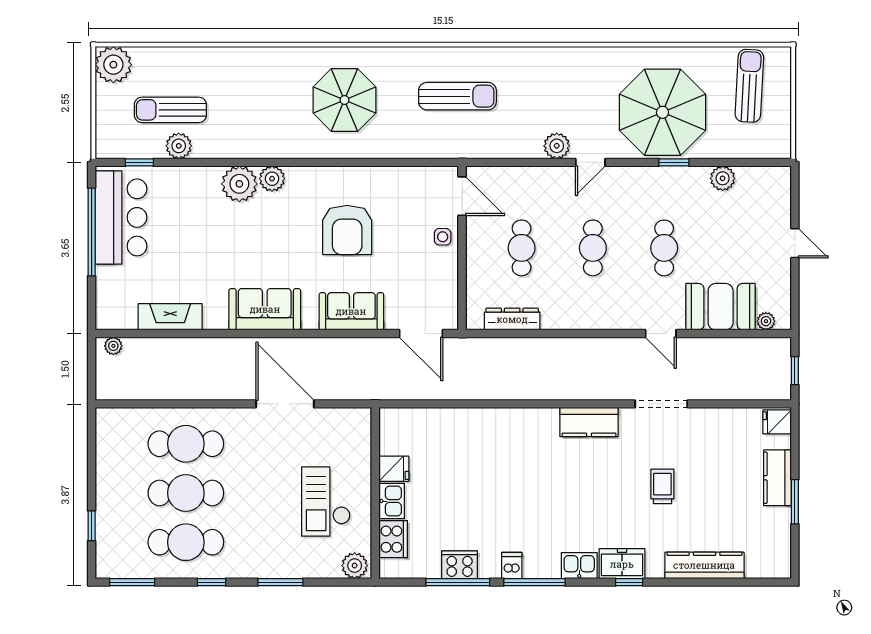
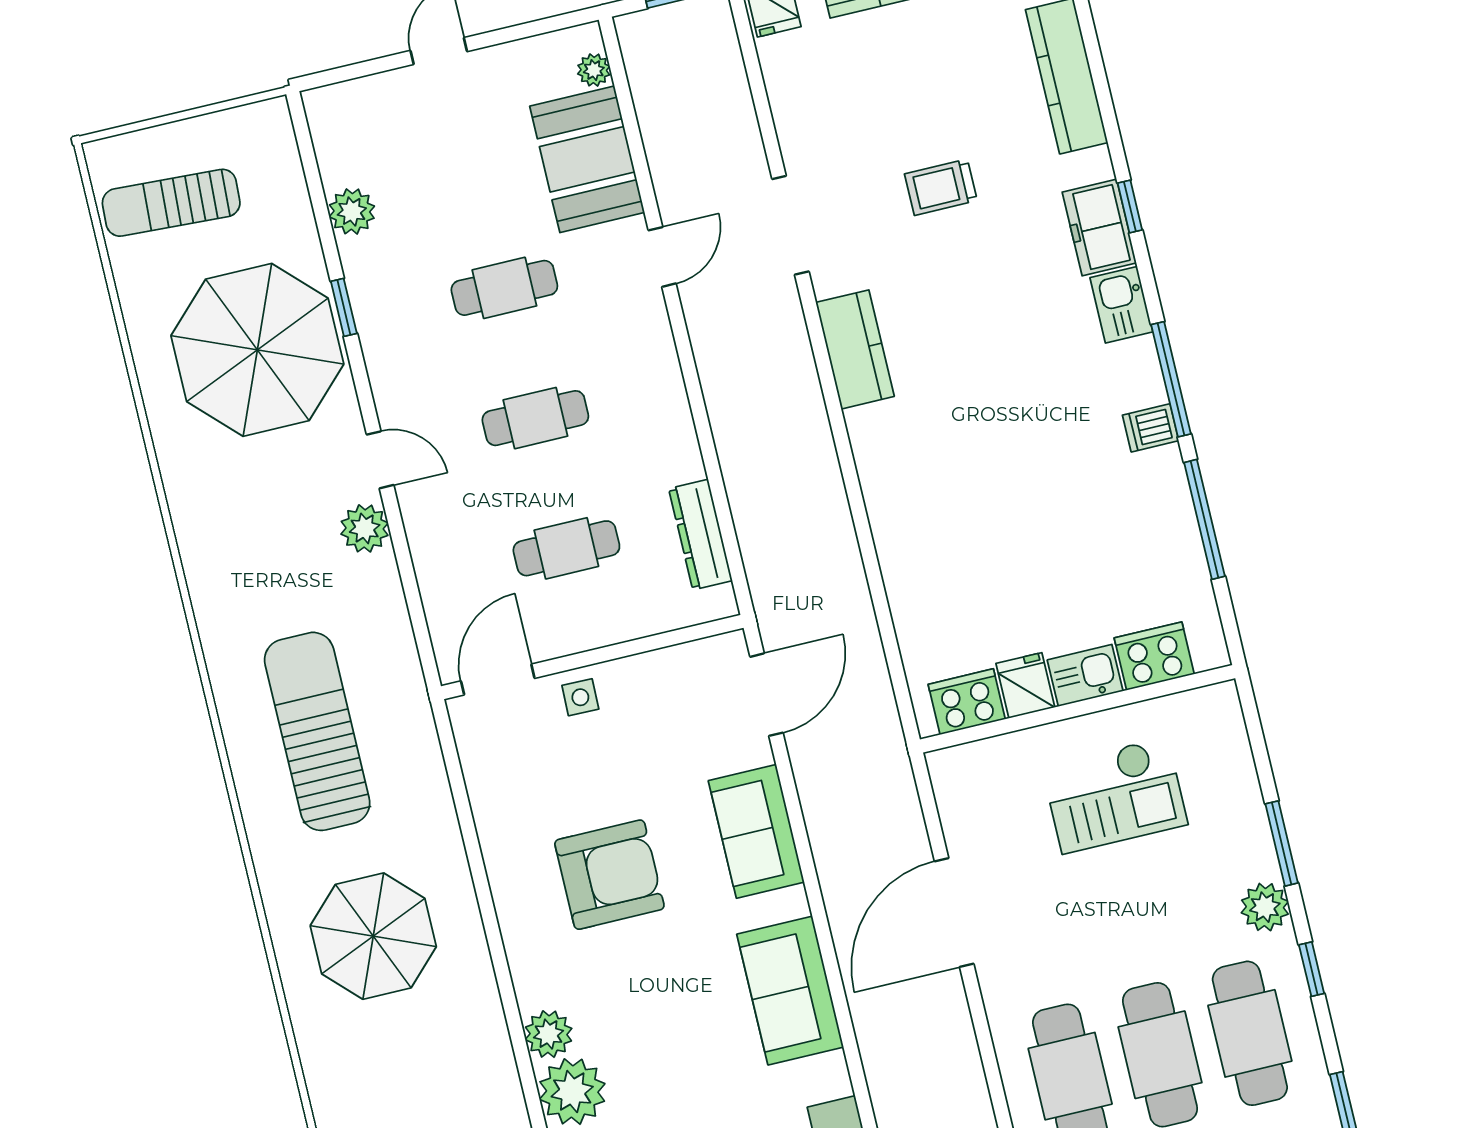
sun lounger: (457, 96) -> (317, 731), width x1.36, depth x1.34
cooker: (460, 565) -> (967, 702), moved, turned 90
plant: (355, 566) -> (1265, 907), moved

